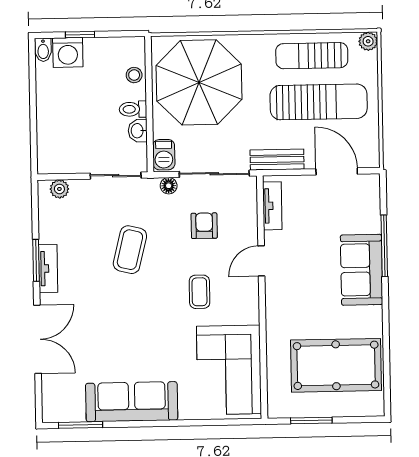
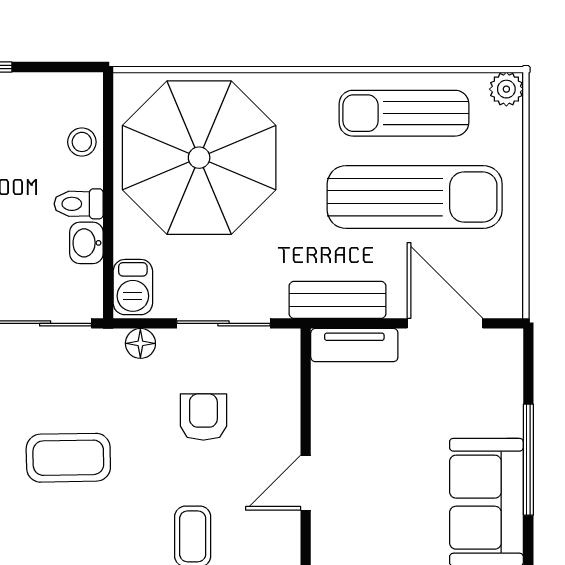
sliding door: (214, 174) -> (224, 323), width x0.73
tv unit: (272, 206) -> (354, 345), moved, turned 90
coffee table: (130, 250) -> (68, 458), turned 75

